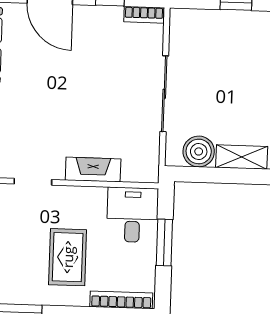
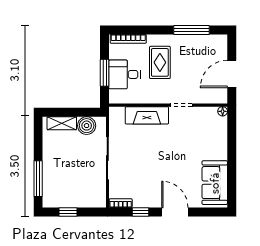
fireplace: (93, 170) -> (147, 115), width x1.37, depth x1.32
desk: (132, 215) -> (125, 74), moved, turned 90

